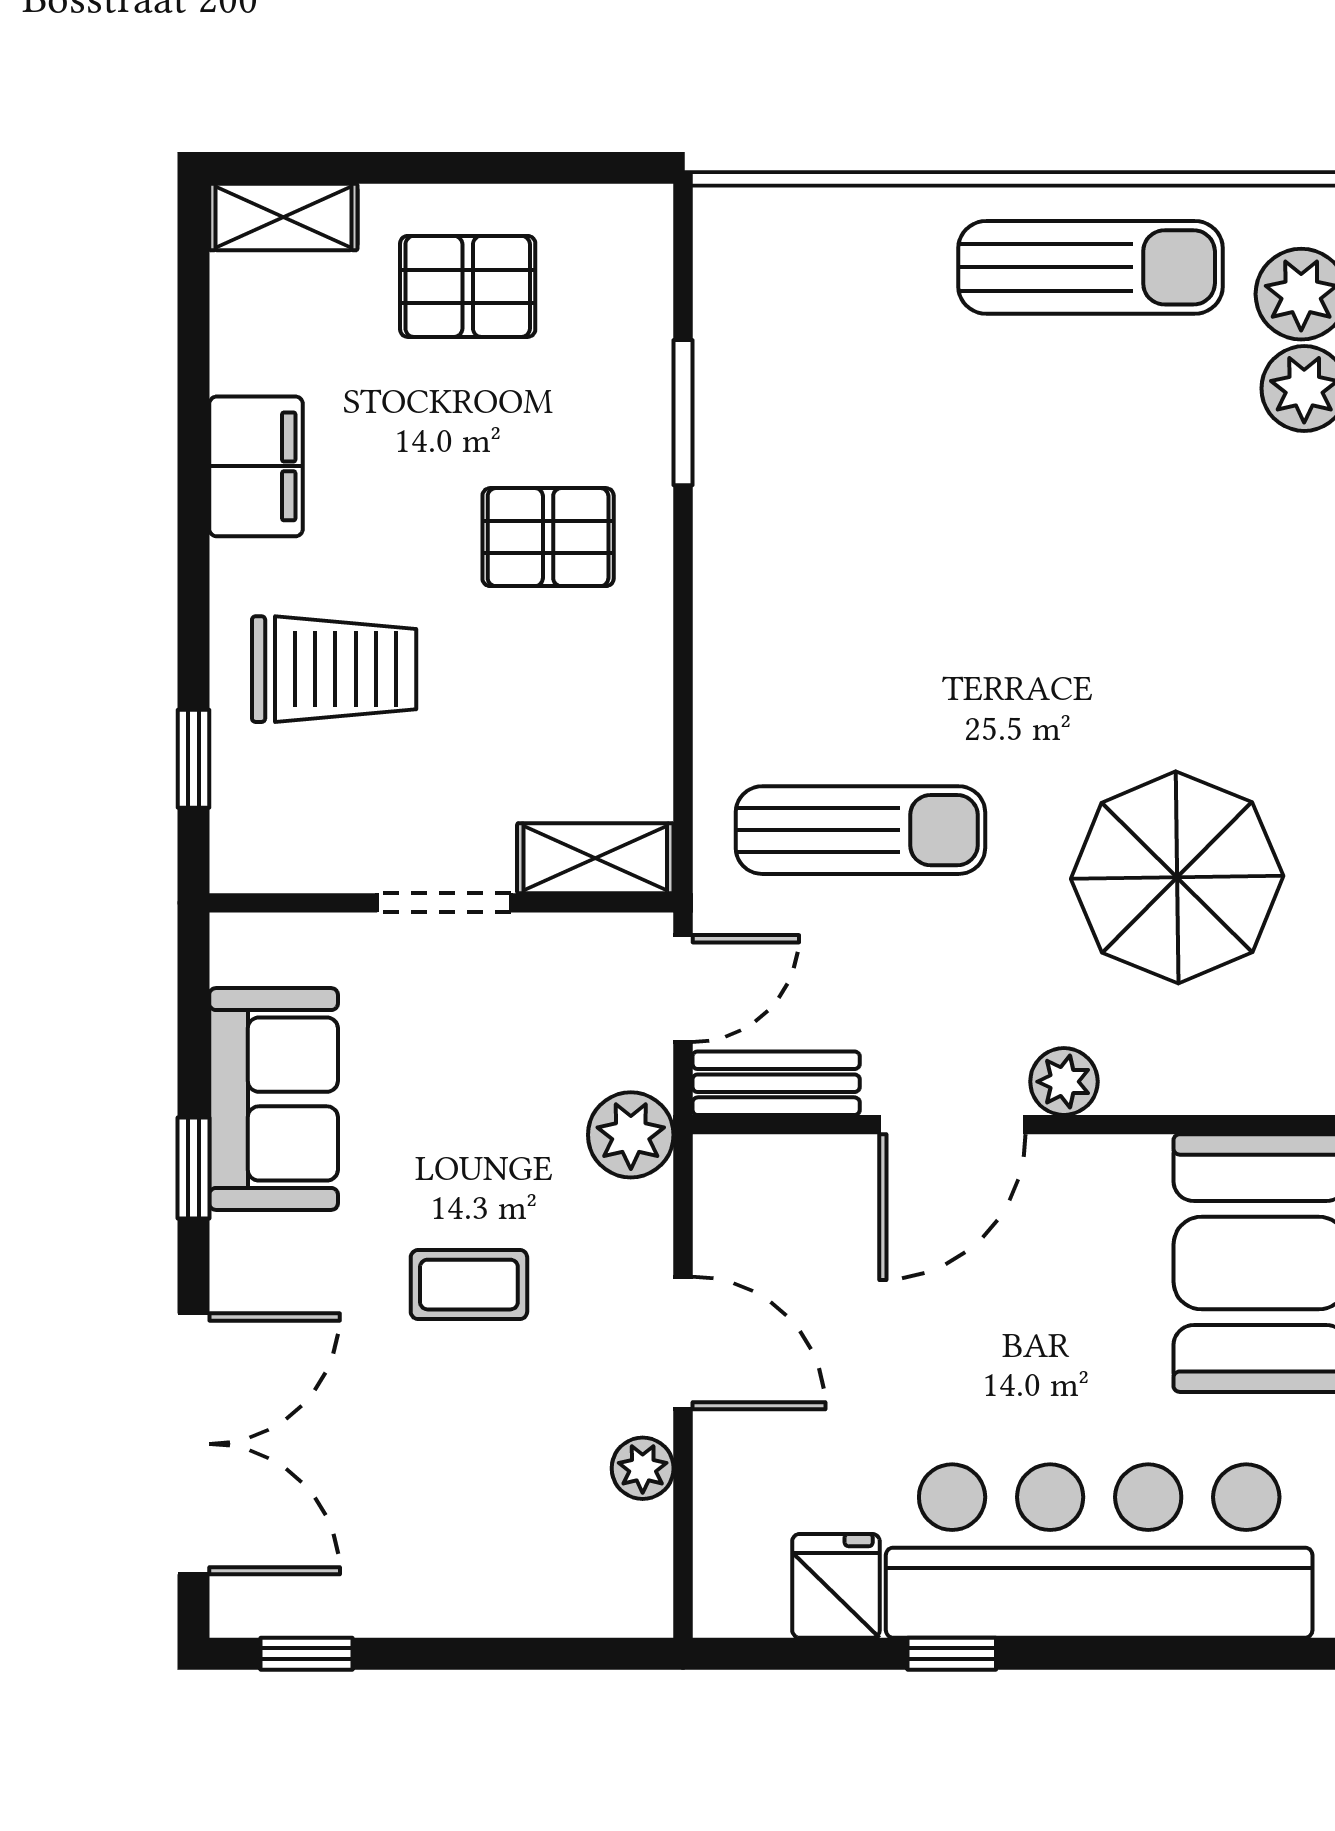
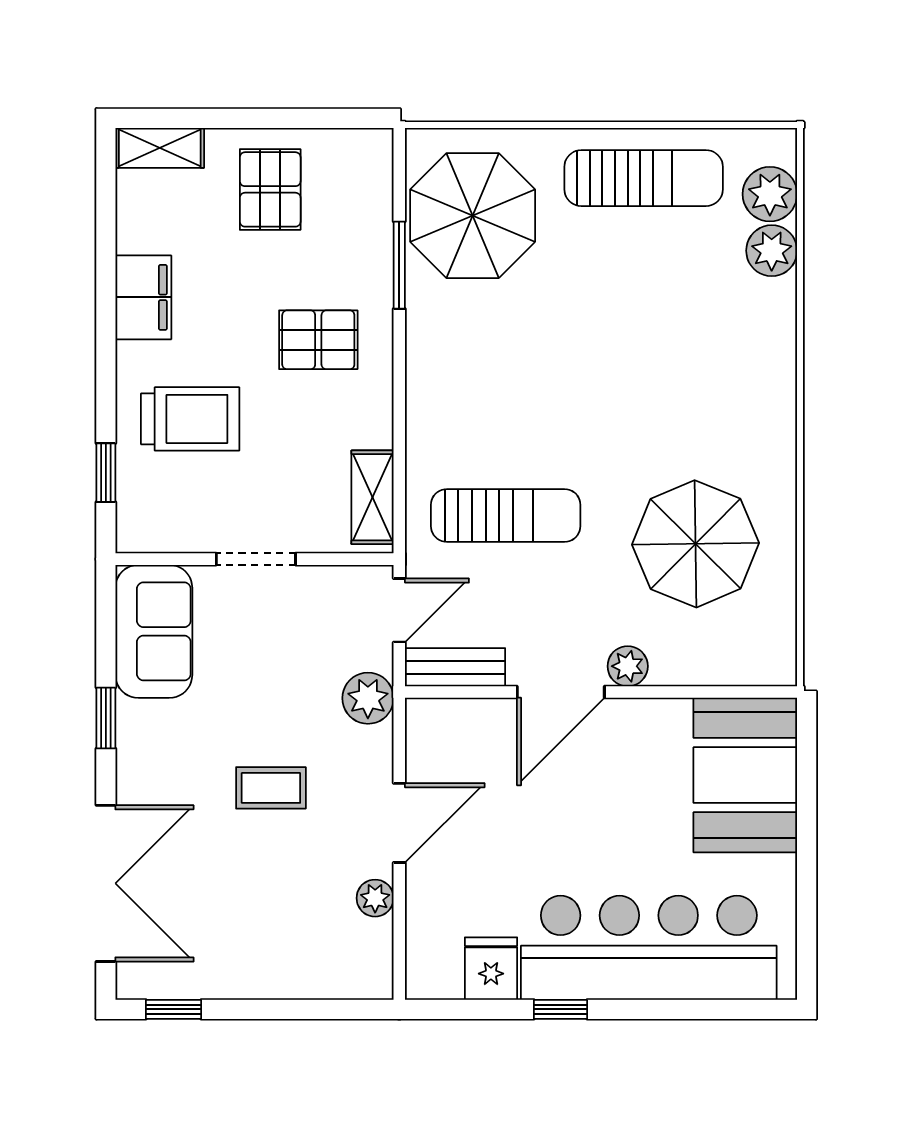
pallet: (468, 286) -> (270, 189), turned 90
parasol: (805, 330) -> (473, 216), added
shelving: (595, 858) -> (372, 497), moved, turned 90
sofa: (274, 1099) -> (154, 631), moved
door: (683, 1343) -> (399, 823), hinge flipped

